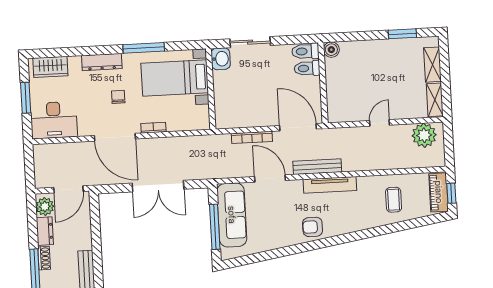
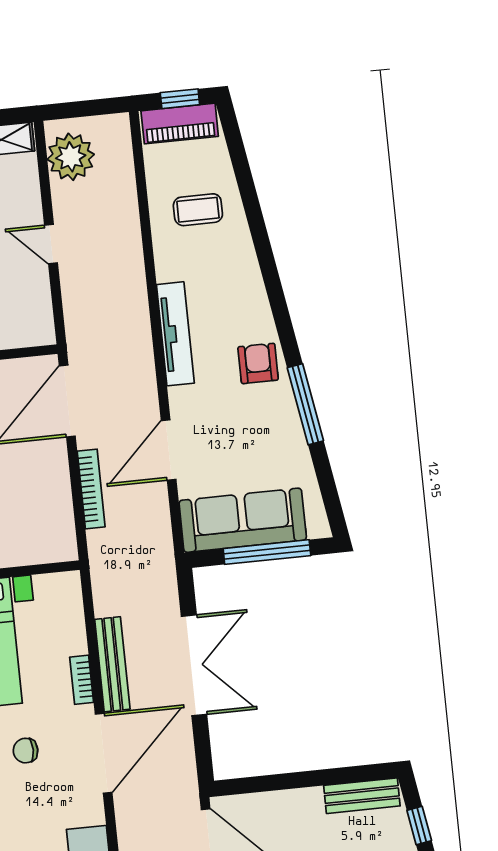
bench: (317, 167) -> (112, 664), moved
armchair: (313, 227) -> (258, 363), turned 180
window: (290, 250) -> (305, 404), added

